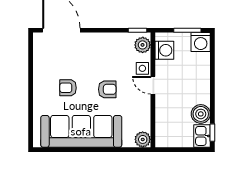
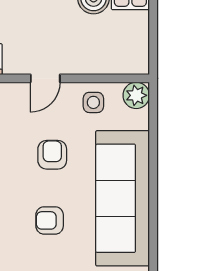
side table: (142, 68) -> (93, 102), moved
armchair: (68, 88) -> (50, 220), turned 90

